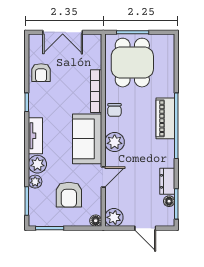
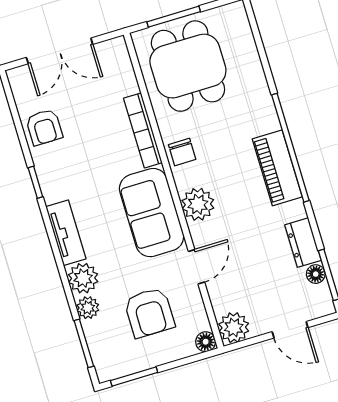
piano: (165, 118) -> (277, 168), moved

